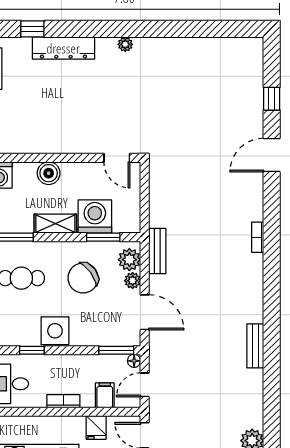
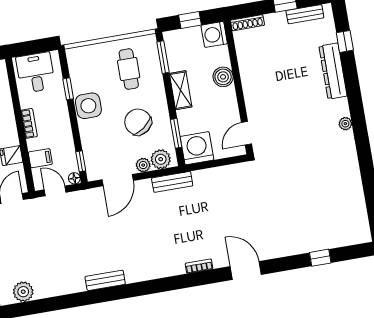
door: (272, 155) -> (246, 271), moved
washing machine: (95, 217) -> (197, 148), moved, turned -90
window: (116, 350) -> (81, 161), width x0.67

